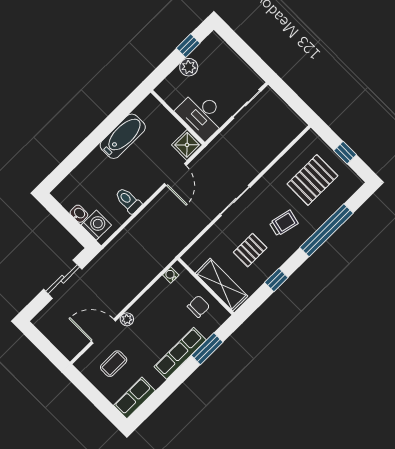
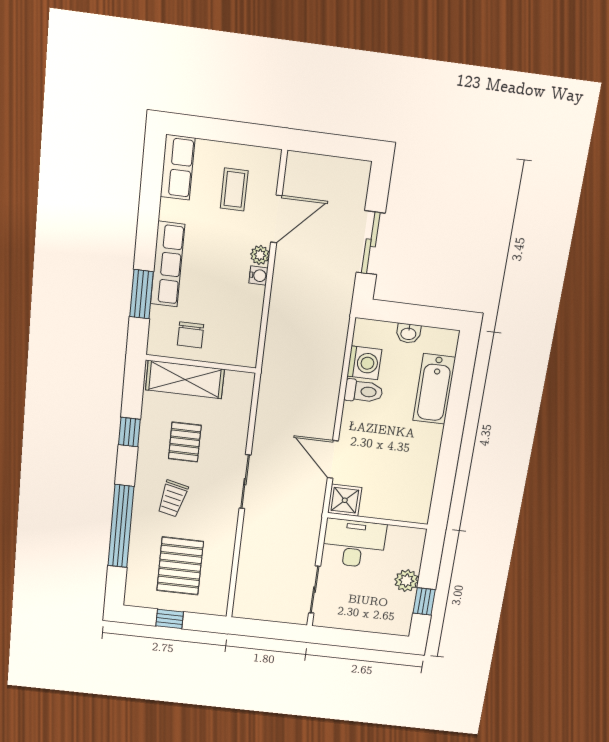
bathtub: (123, 136) -> (434, 389), moved
washing machine: (96, 225) -> (364, 363), moved, turned -90
water cooler: (171, 275) -> (258, 276), moved

